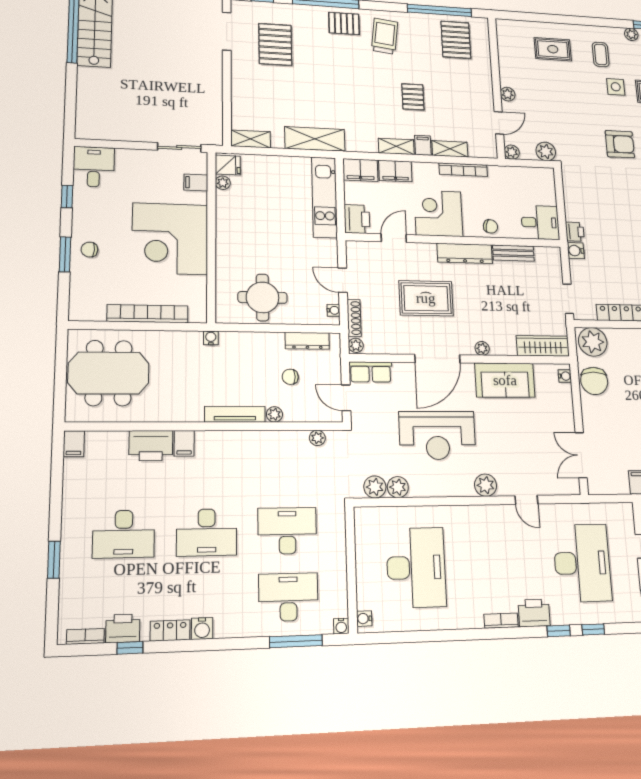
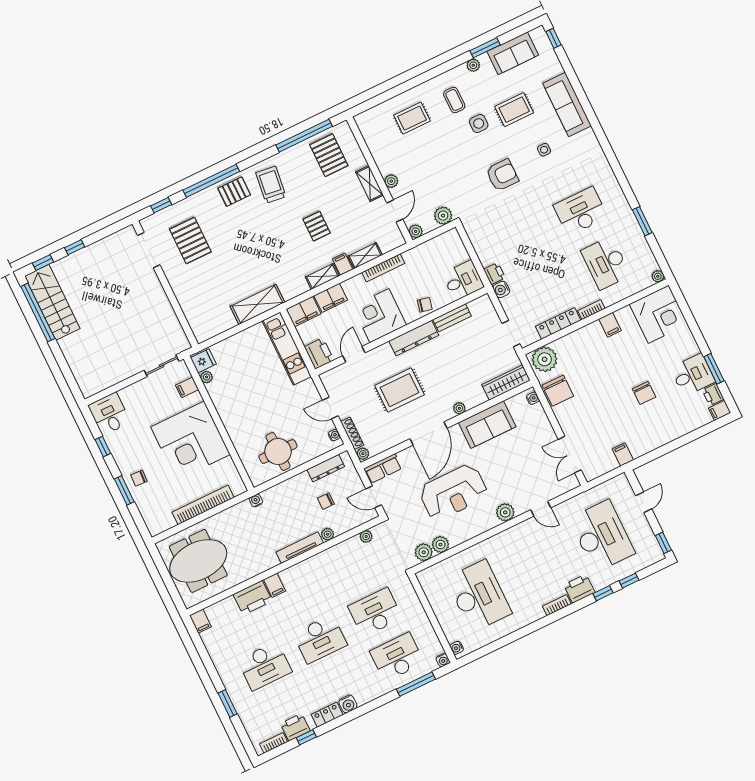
shelving: (251, 139) -> (370, 184), moved, turned 90

